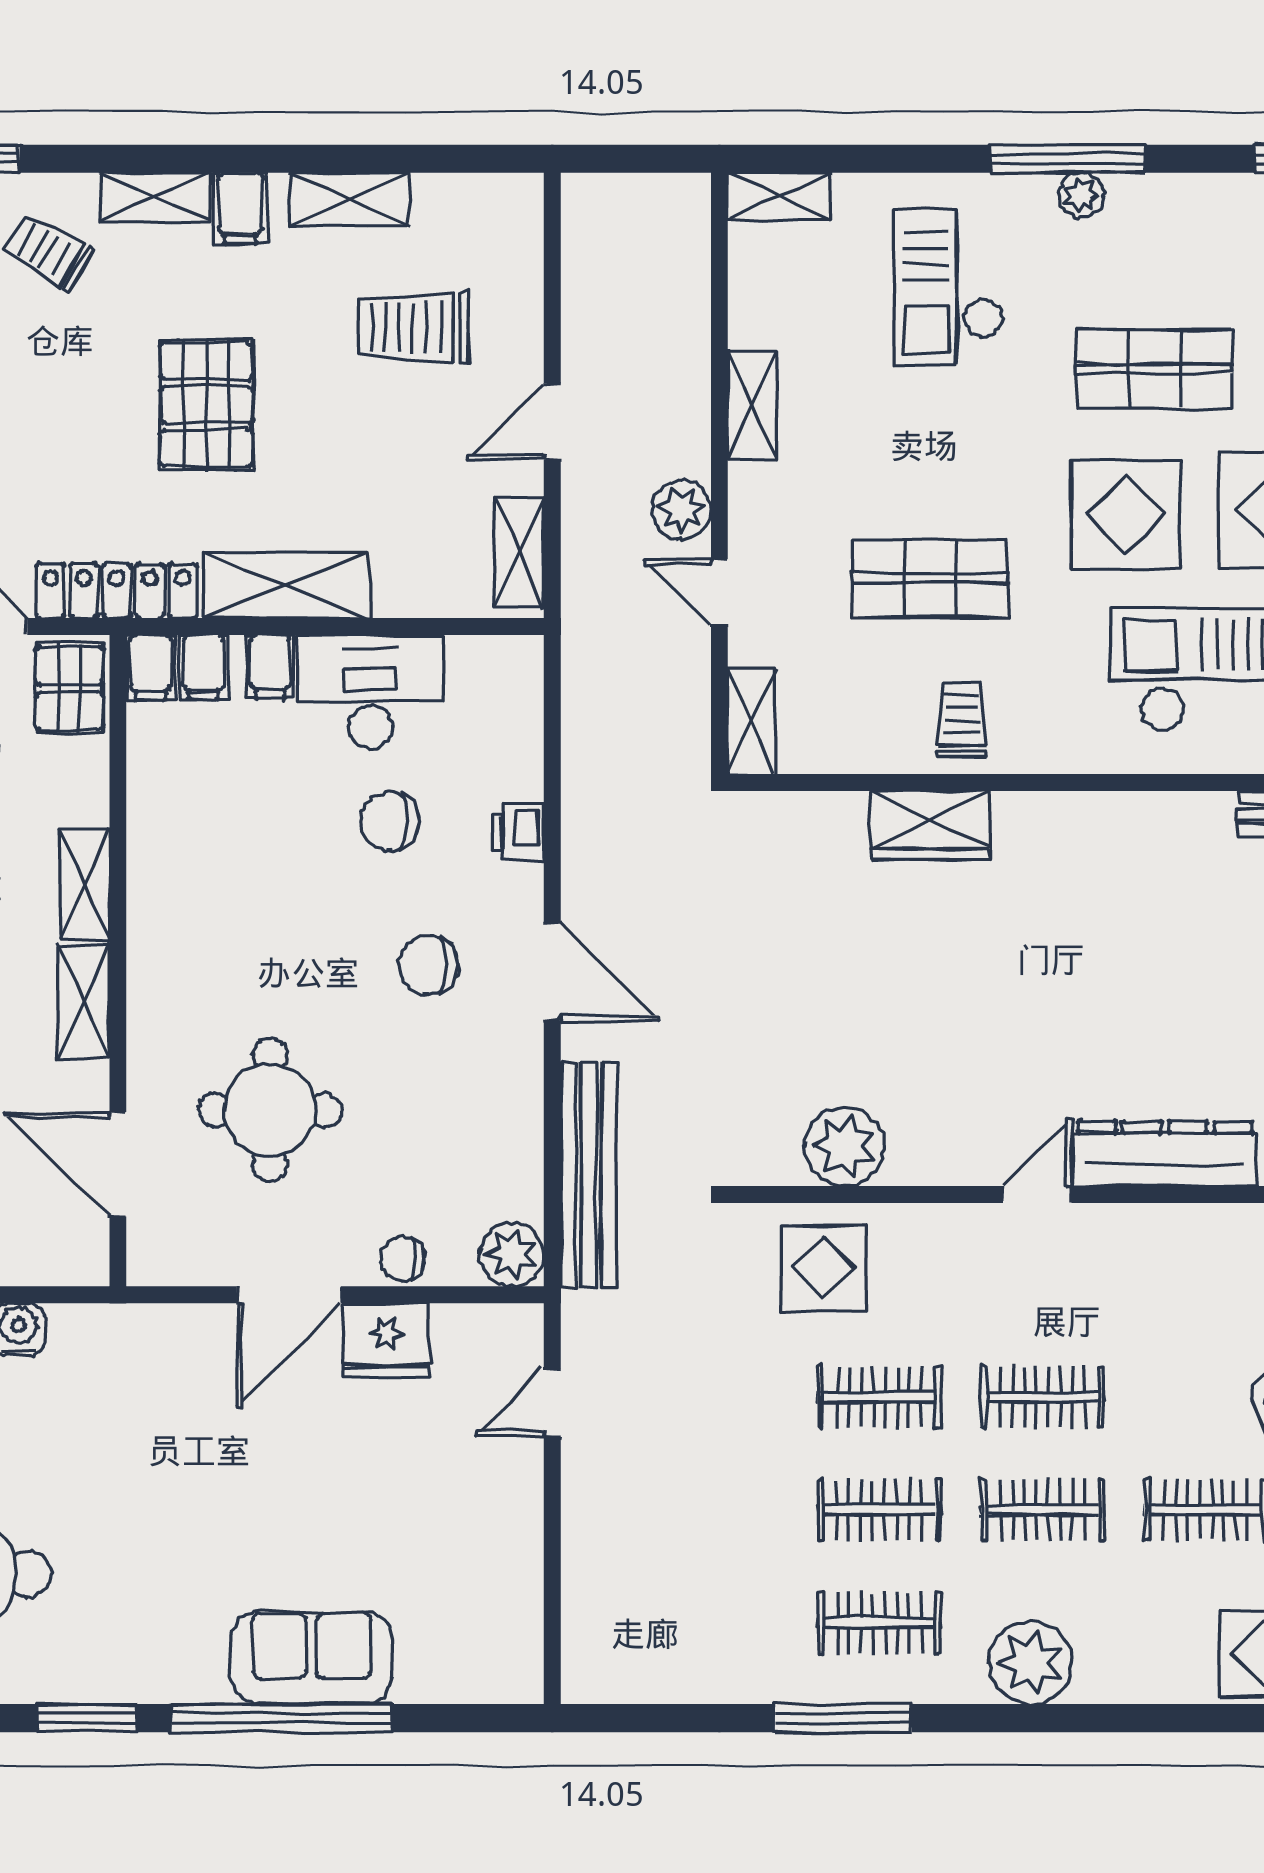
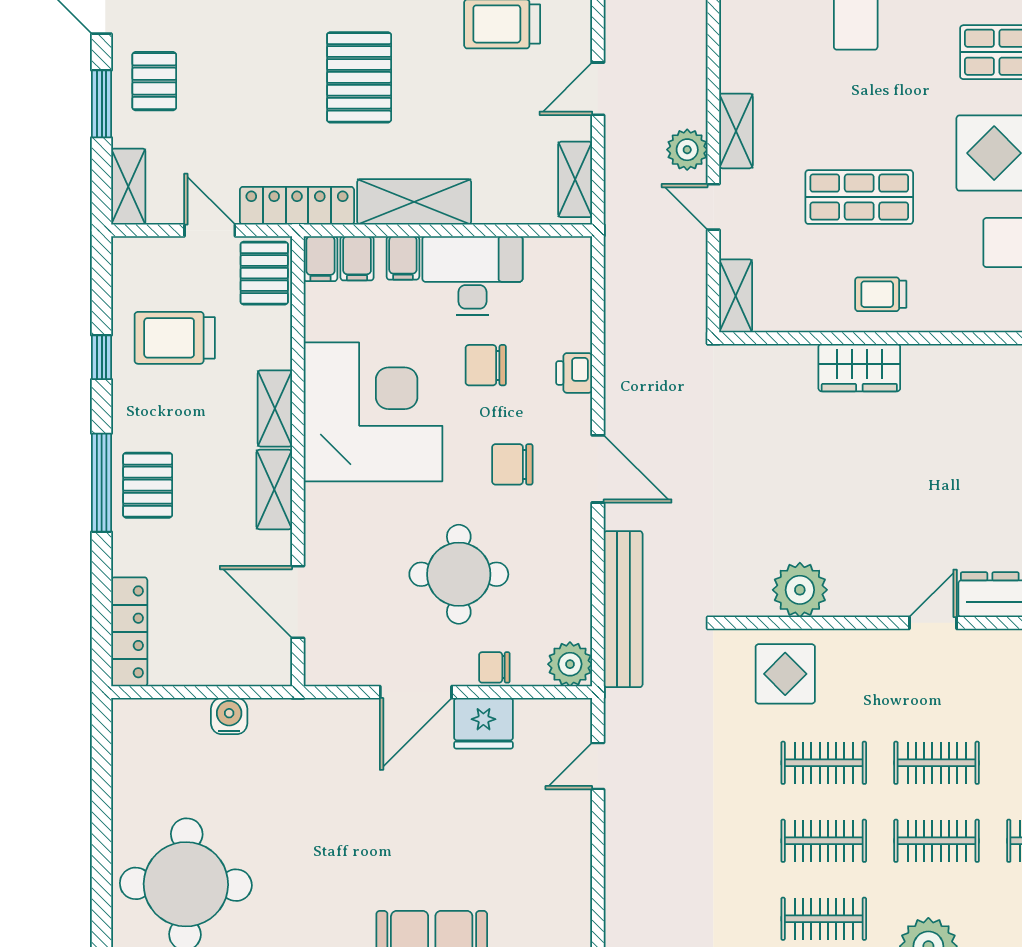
shelving: (752, 405) -> (736, 131), moved
trolley: (962, 719) -> (881, 294), turned -90
corner desk: (227, 889) -> (373, 412), added
round table: (270, 1110) -> (459, 574), moved

